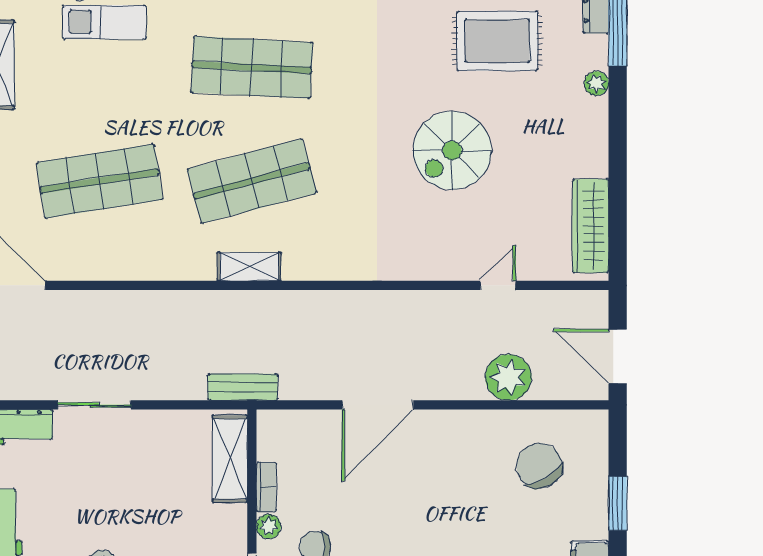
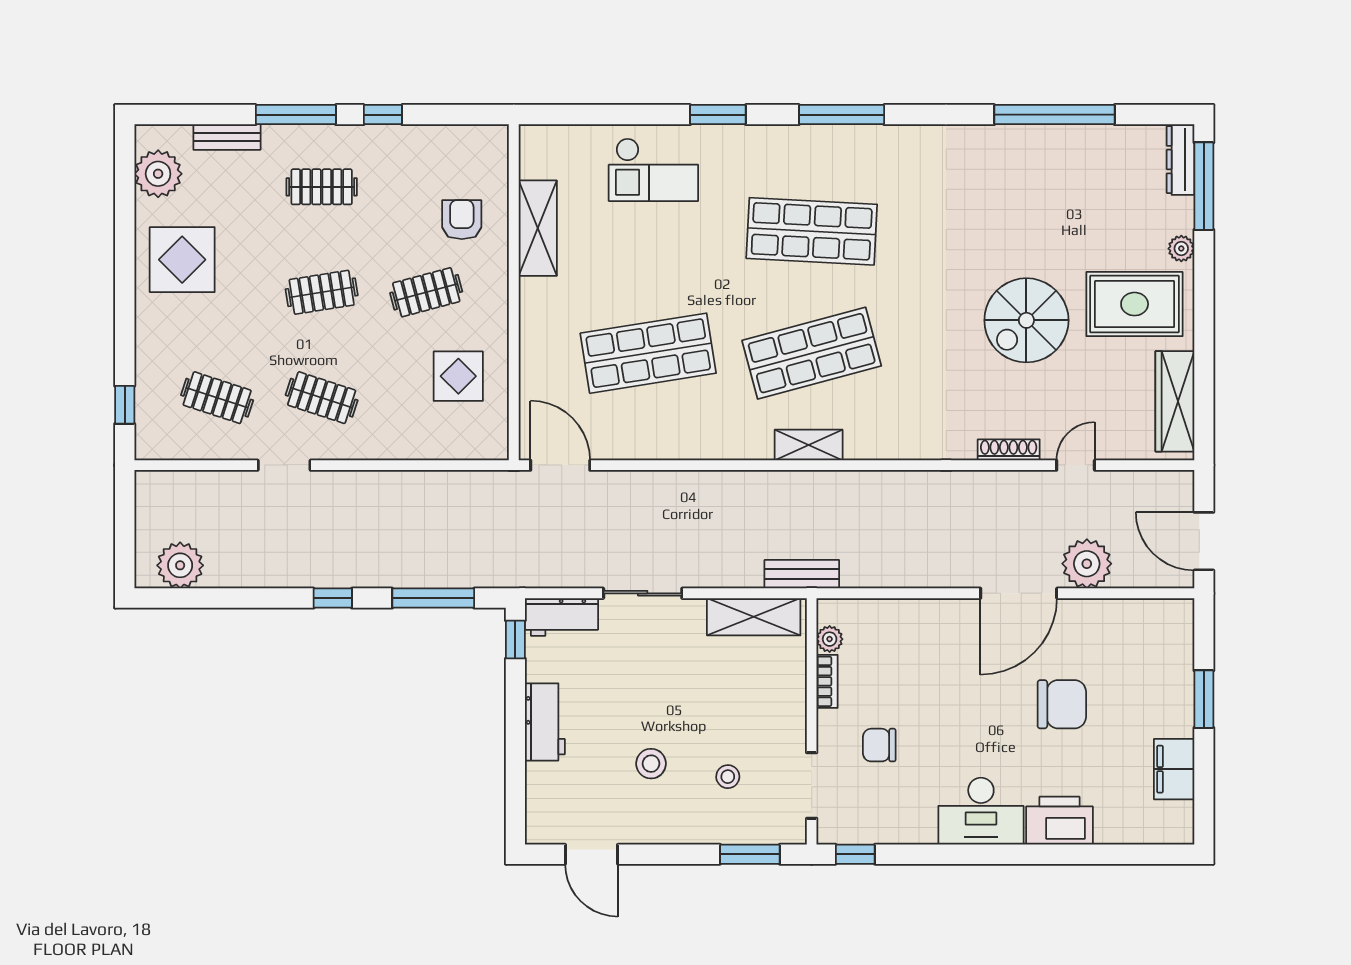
rug: (497, 41) -> (1135, 304), moved
shoe rack: (436, 271) -> (1009, 450), added
door: (378, 405) -> (1019, 593), moved
shelving: (230, 459) -> (754, 617), moved, turned 90
chair: (539, 466) -> (1062, 704), moved, turned 120
plant: (269, 526) -> (830, 639), moved

